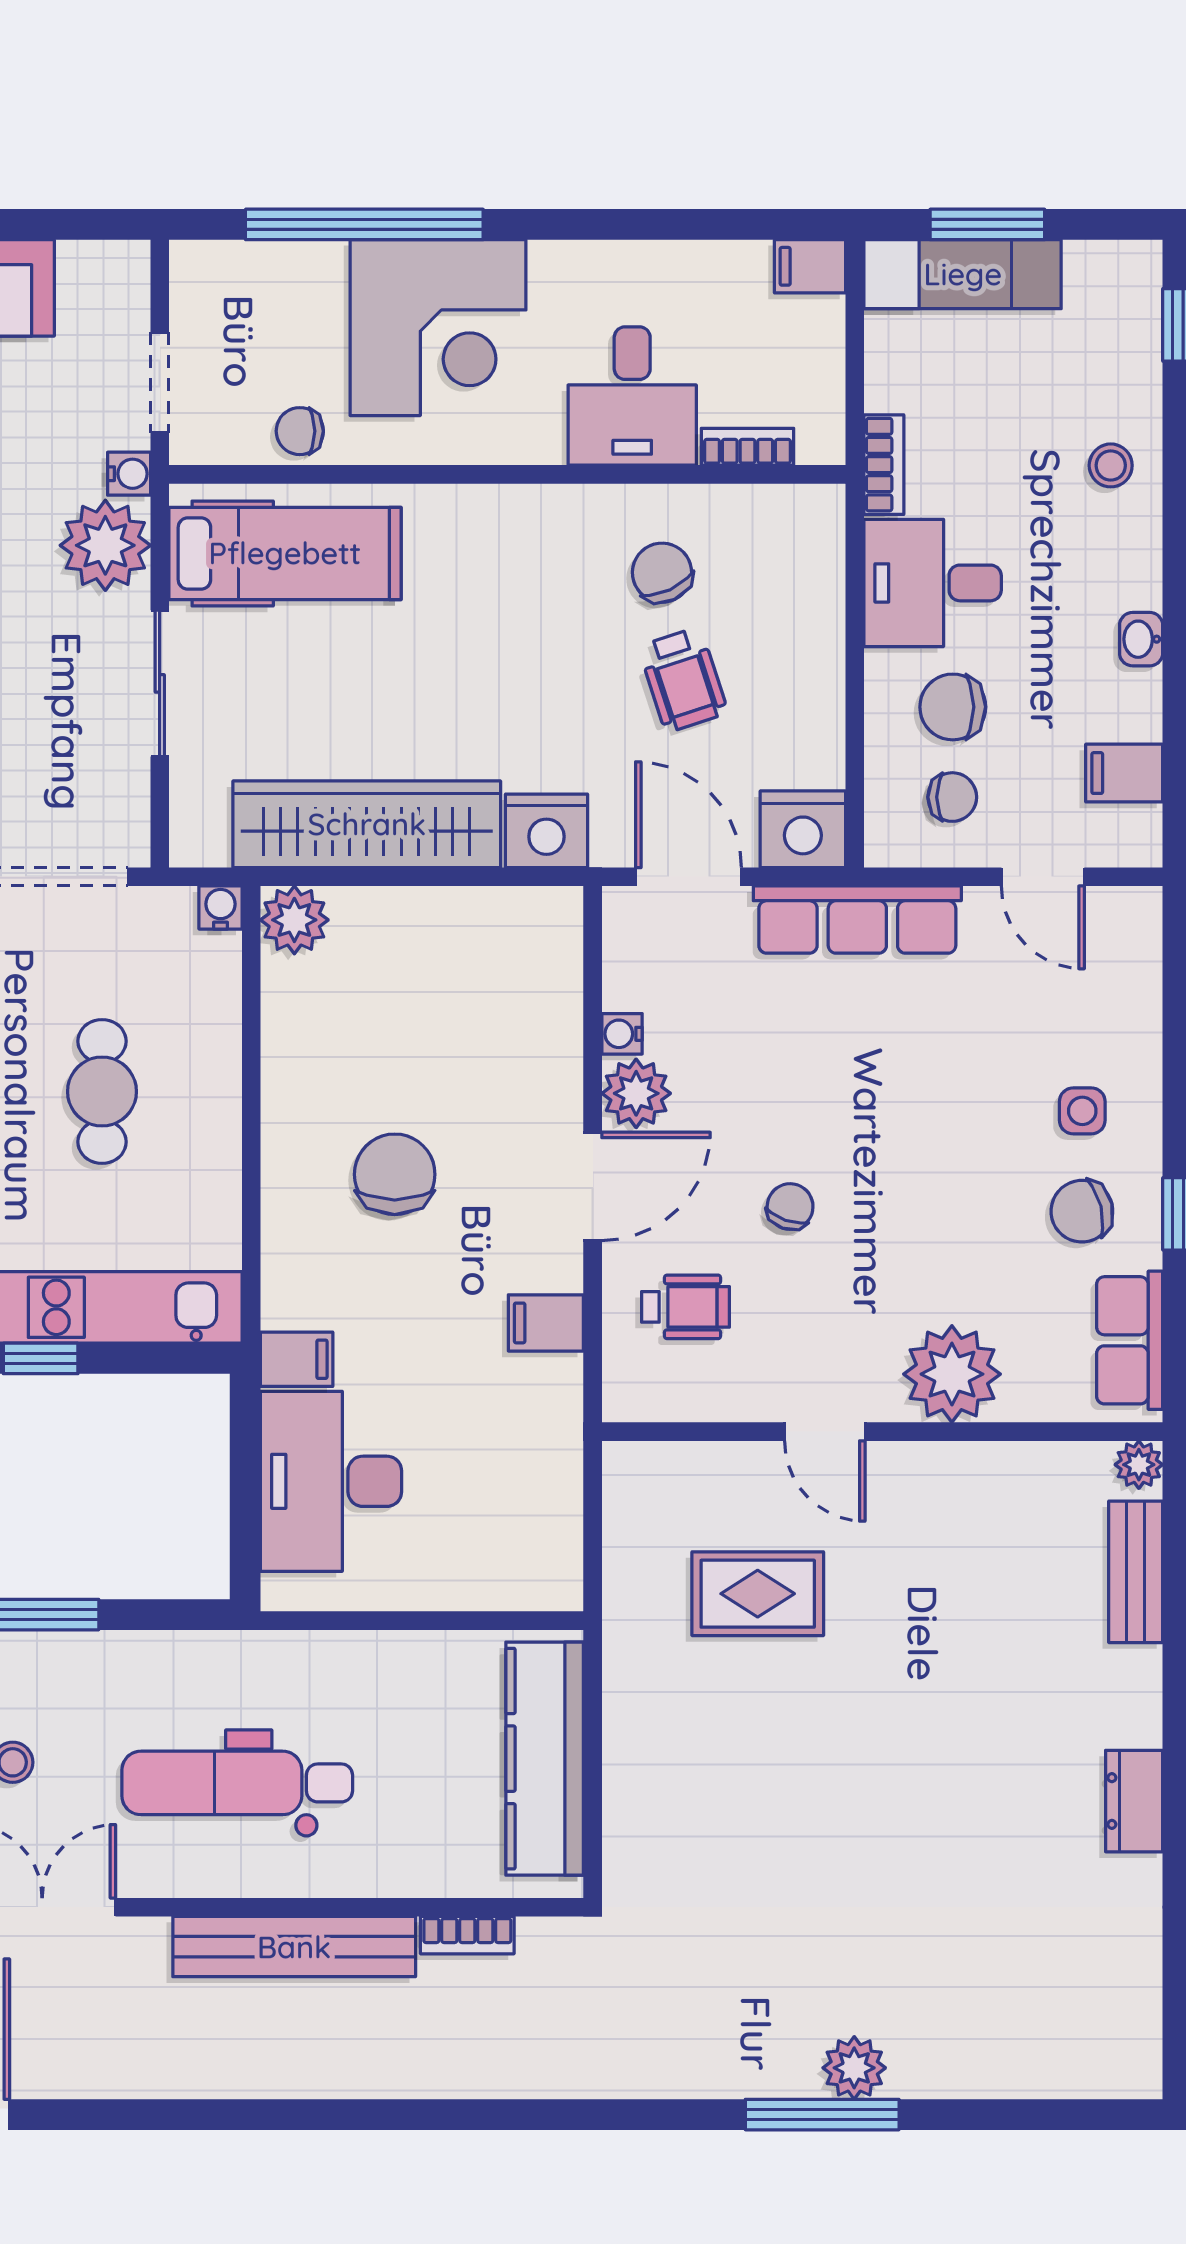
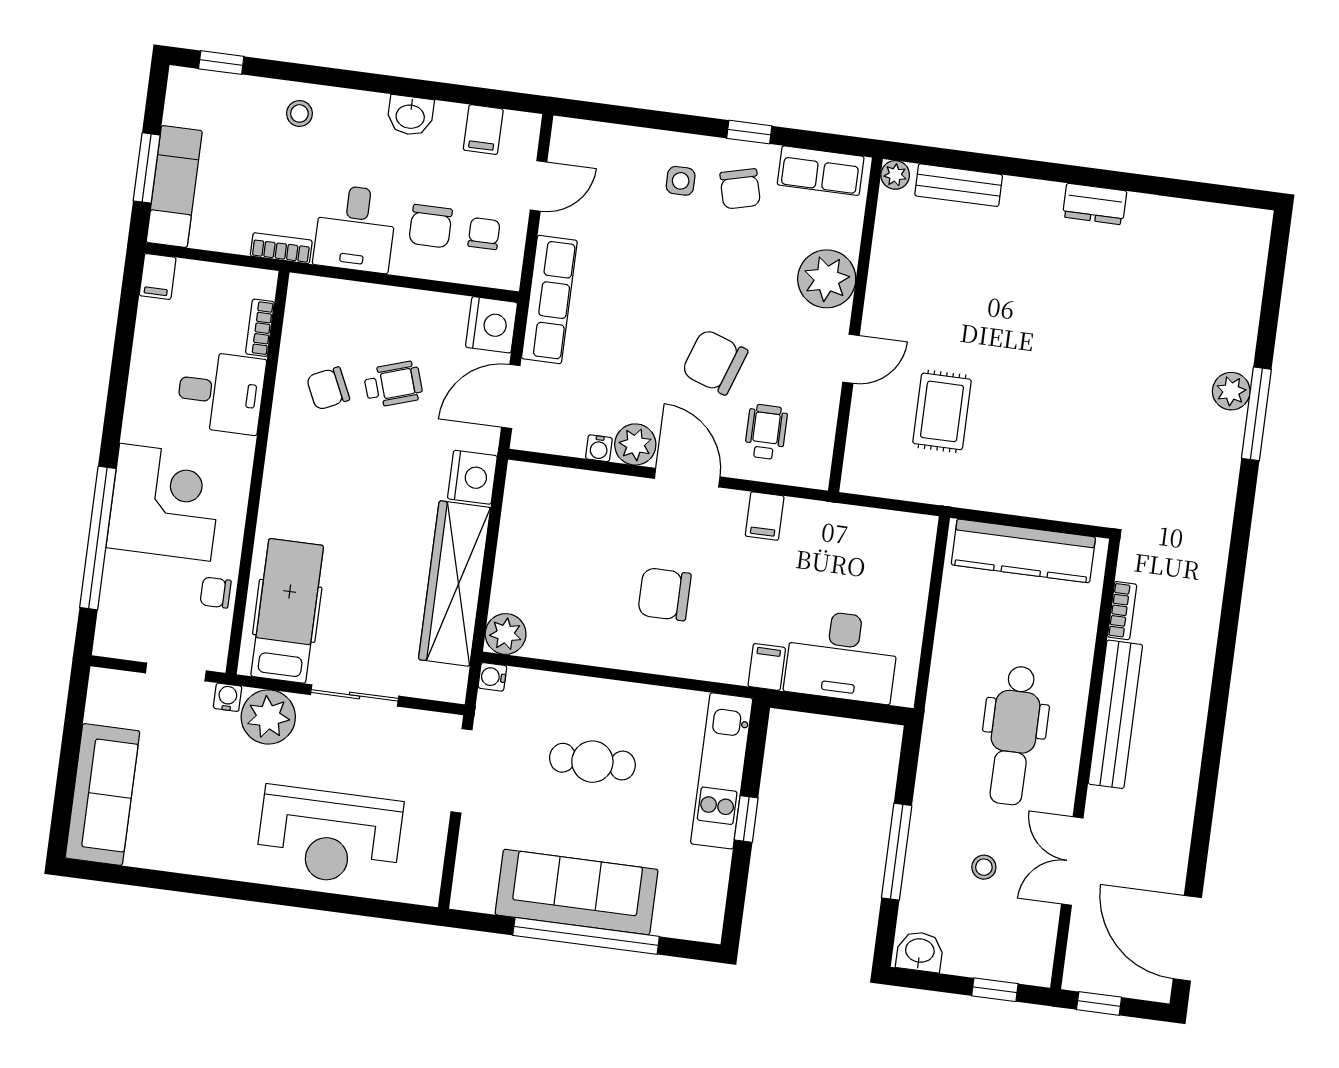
chair: (300, 431) -> (216, 592), turned 90
washbasin: (1141, 639) -> (410, 116), width x1.38, depth x1.45
chair: (790, 1207) -> (715, 362), width x1.87, depth x1.87

